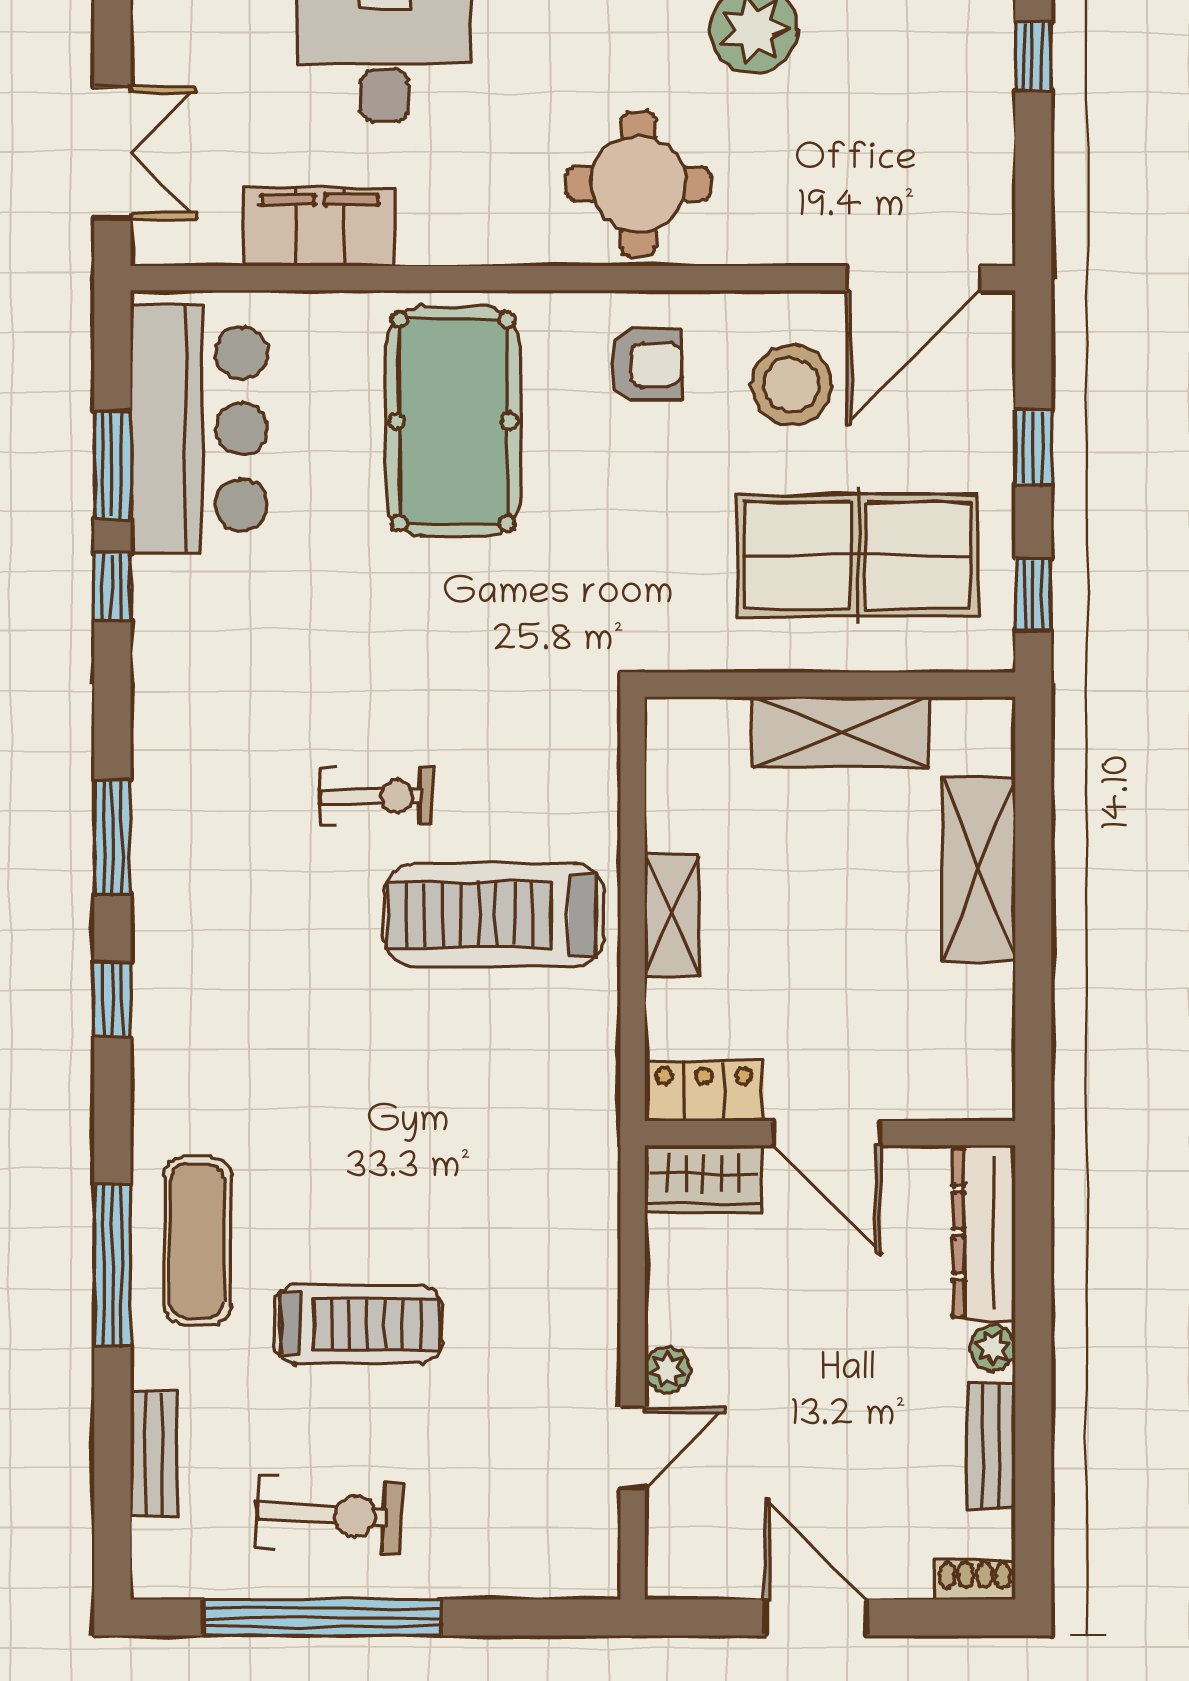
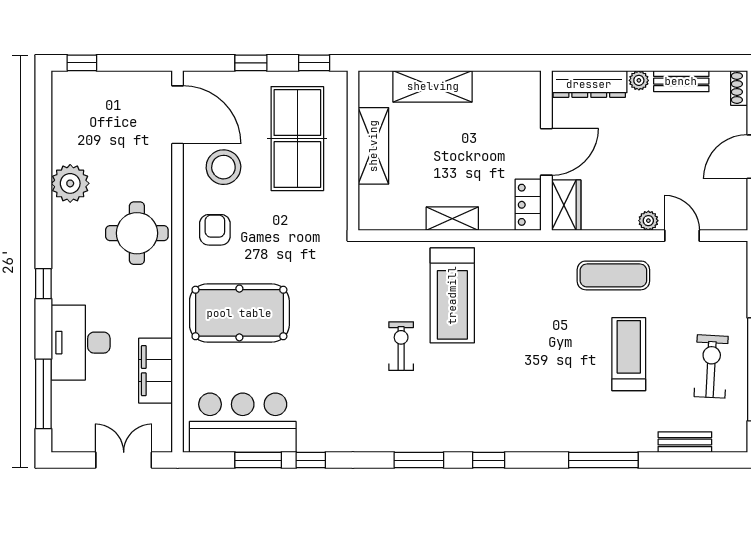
exercise mat: (197, 1241) -> (613, 275), moved

